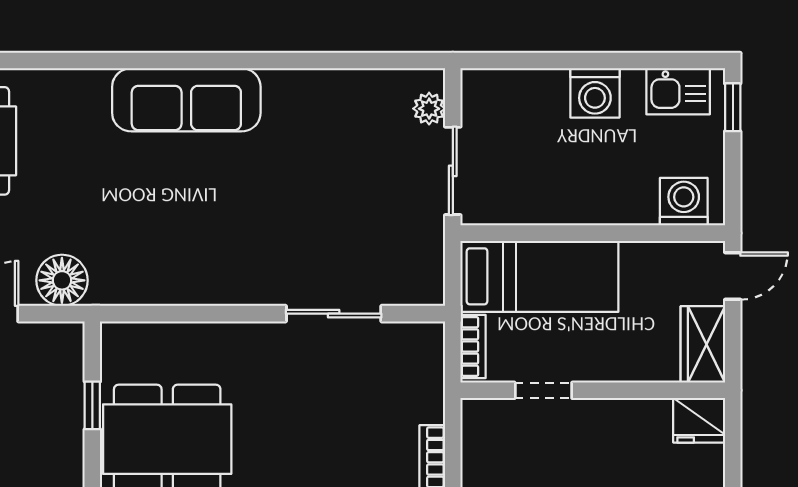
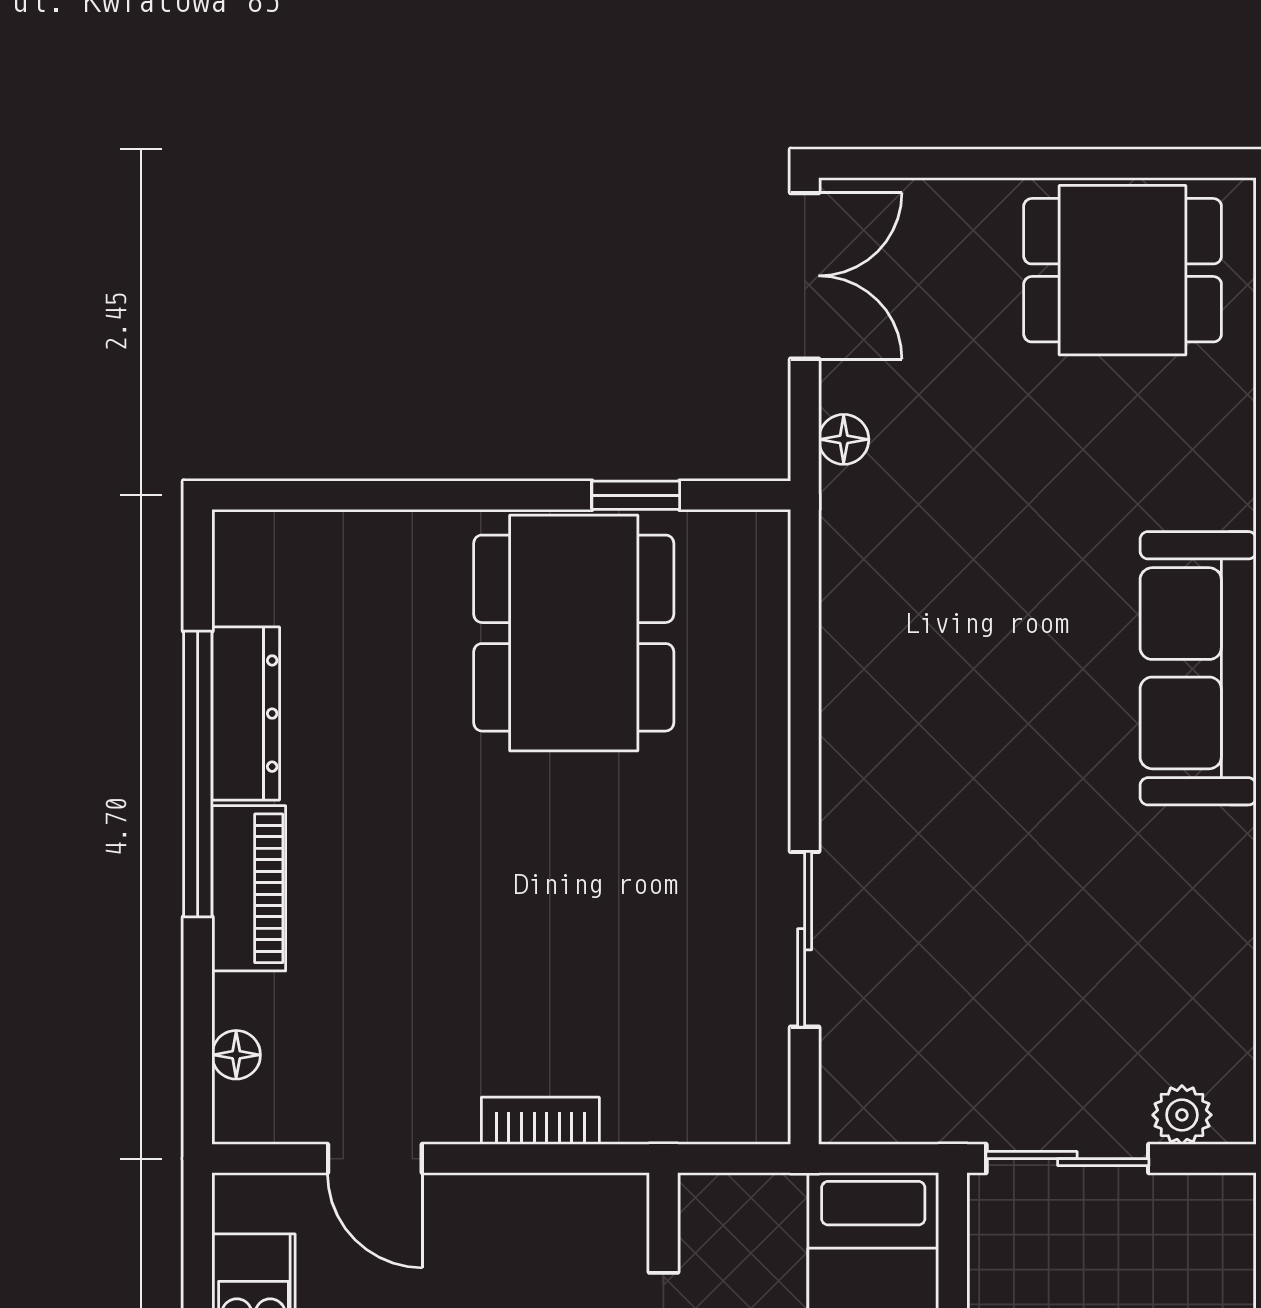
floor lamp: (62, 280) -> (844, 439), width x0.53, depth x0.53
bookcase: (473, 347) -> (744, 1196), removed

